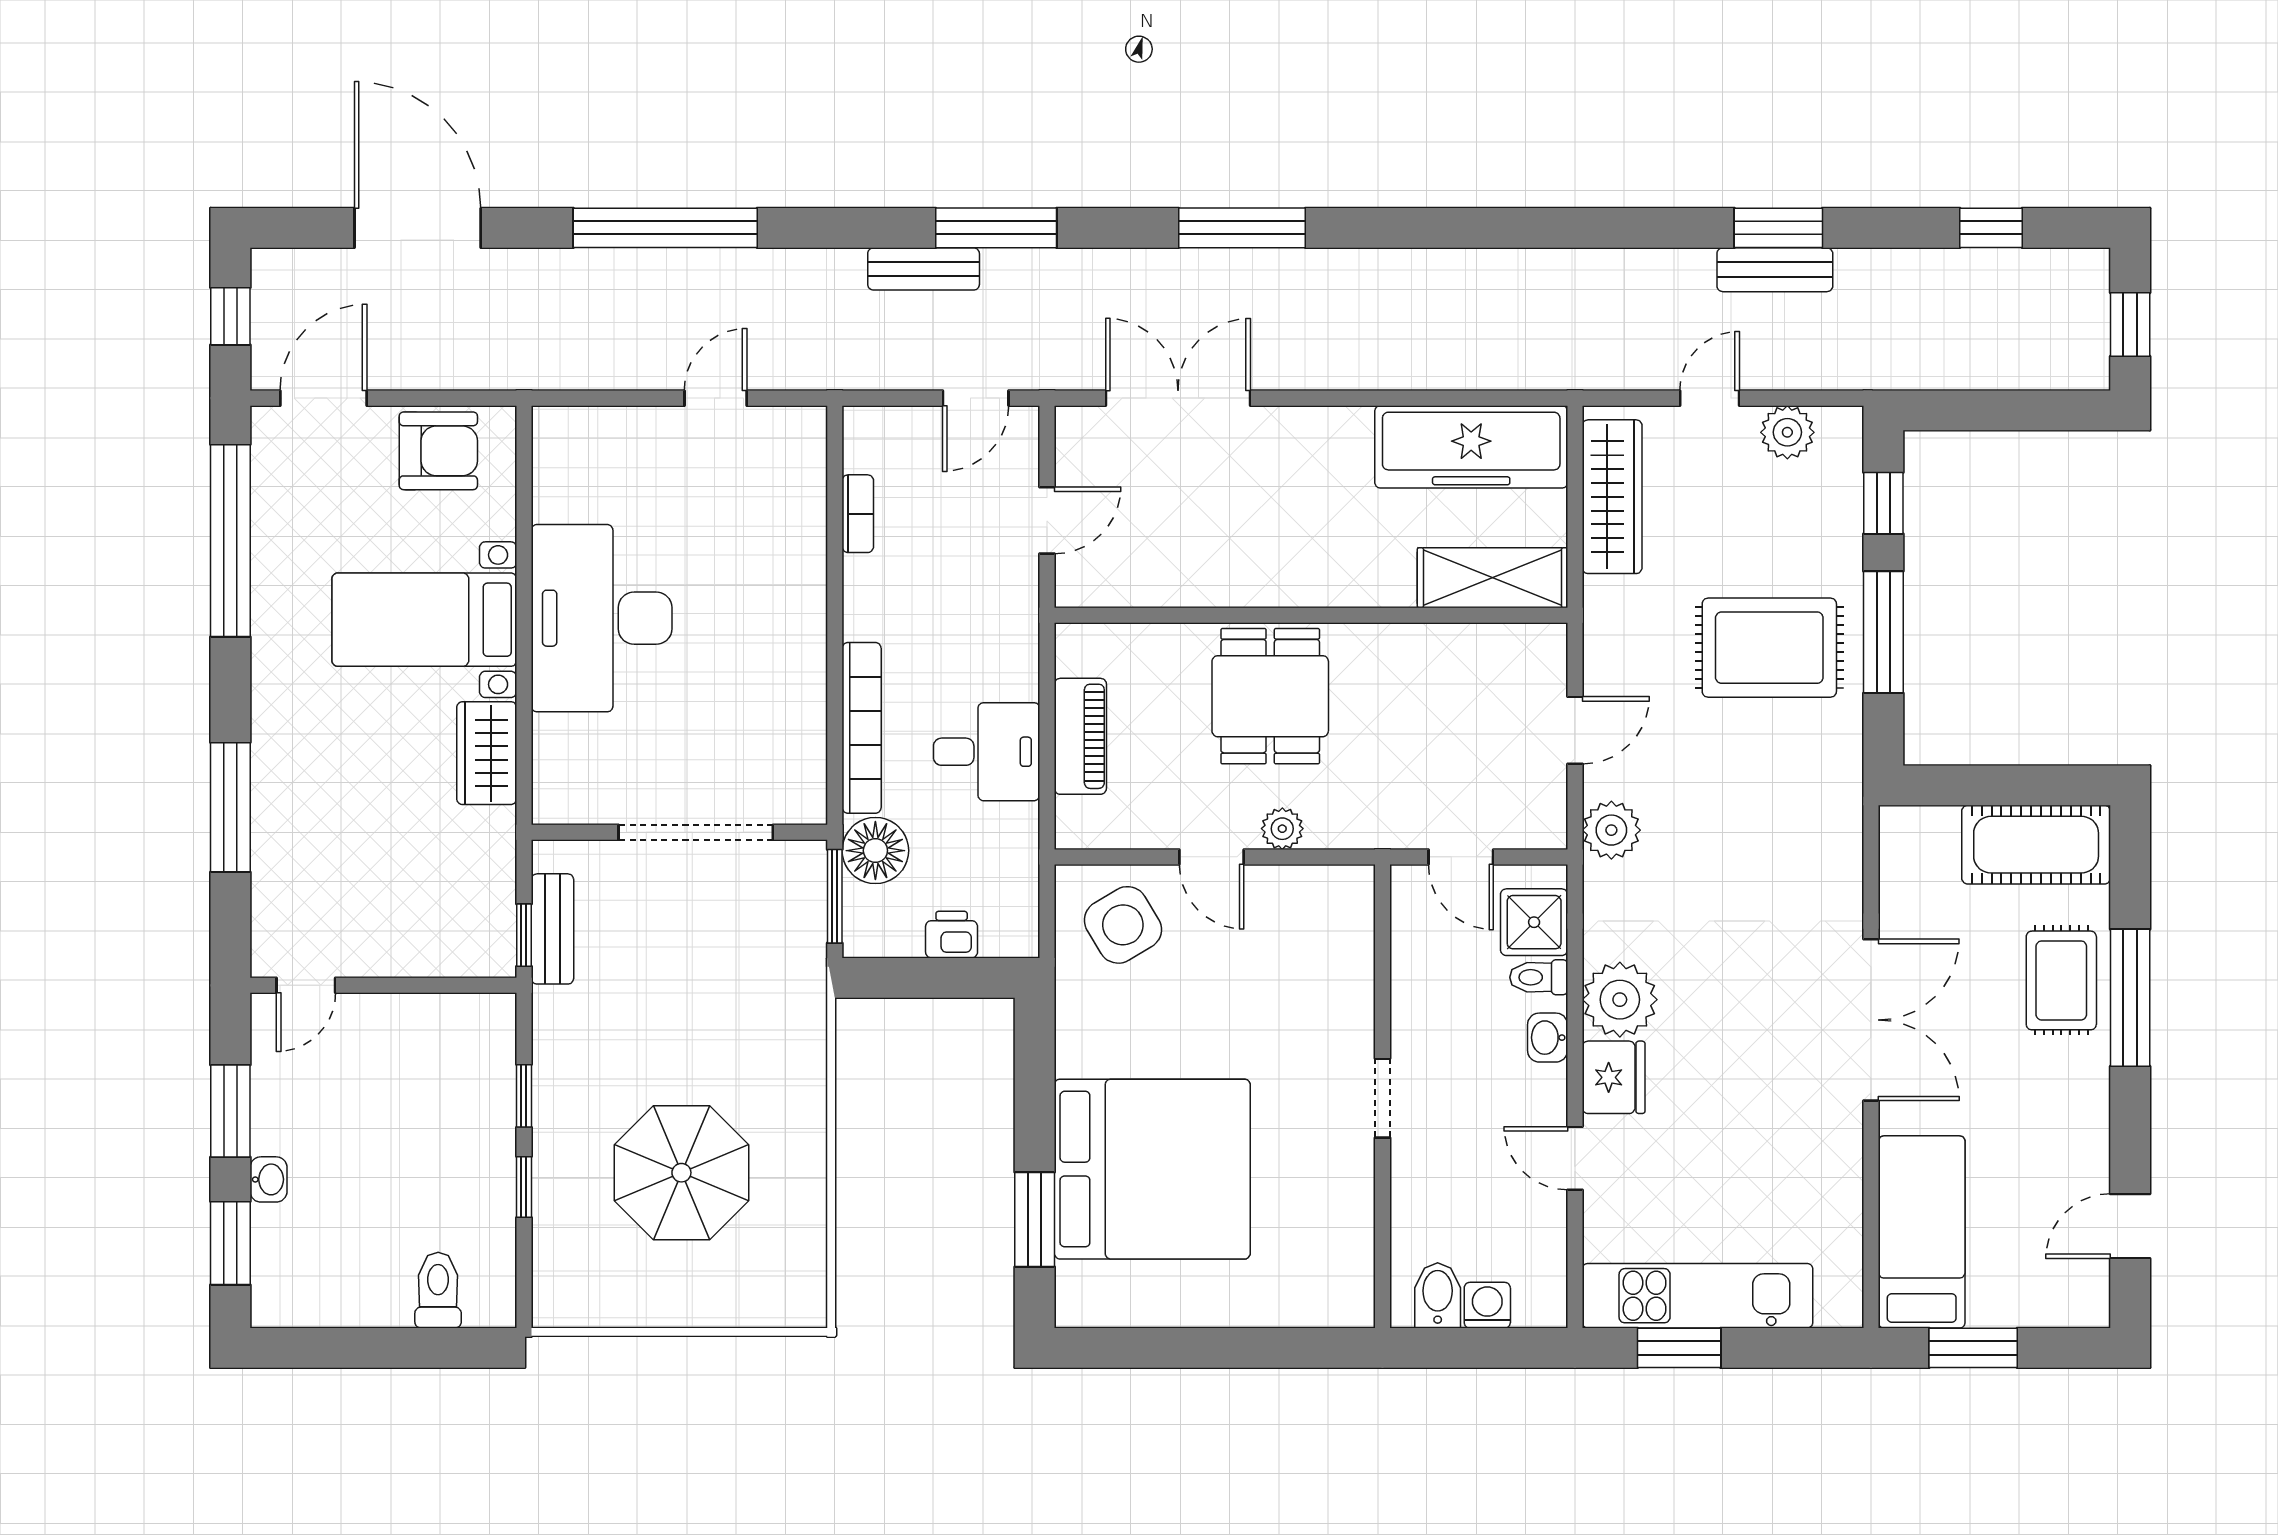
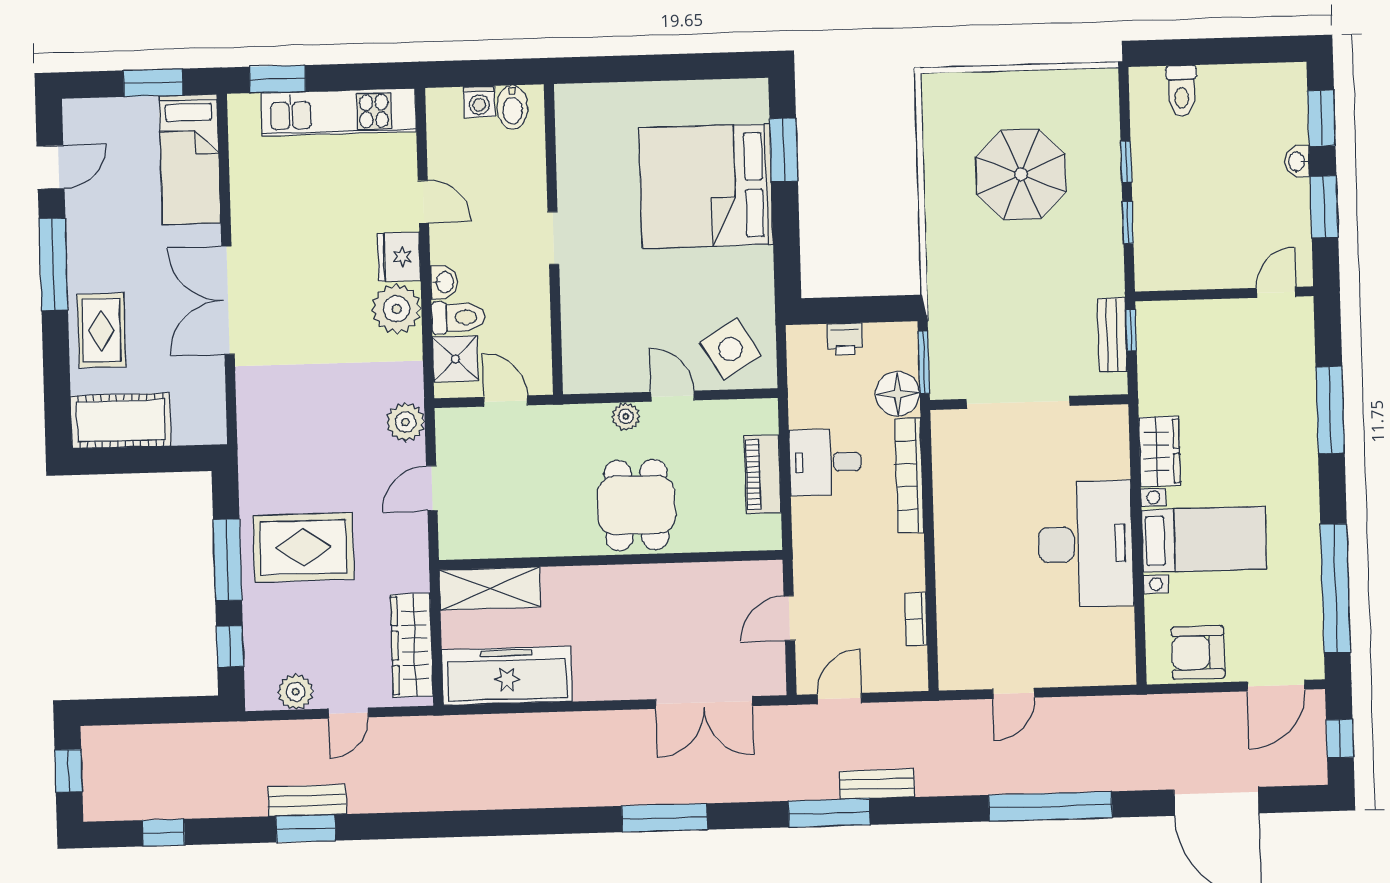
toilet: (1539, 977) -> (458, 318), width x1.37, depth x1.39
window: (2130, 998) -> (53, 264), moved
window: (1679, 1348) -> (278, 79), moved

